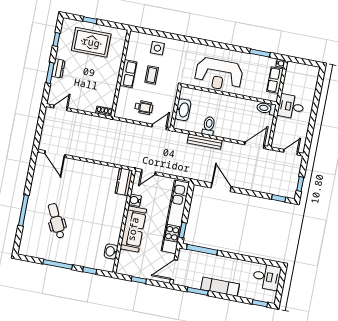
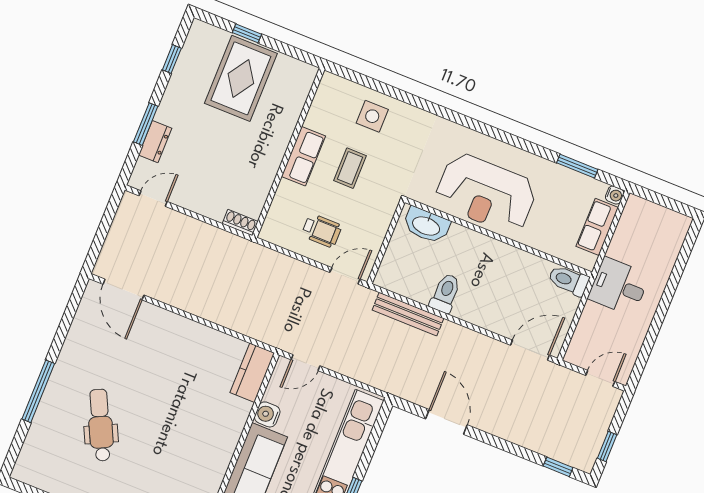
rug: (91, 42) -> (241, 78), turned 90
dresser: (58, 68) -> (155, 142), moved
washbasin: (183, 110) -> (426, 225), moved, turned 90
bench: (205, 142) -> (408, 314), moved

